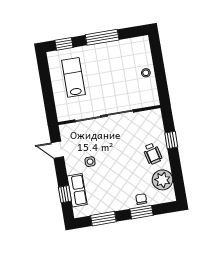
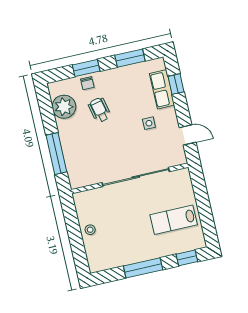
lab bench: (73, 77) -> (174, 220), turned 90
window: (171, 140) -> (56, 154), width x2.17
wheelchair: (153, 154) -> (100, 110), moved

